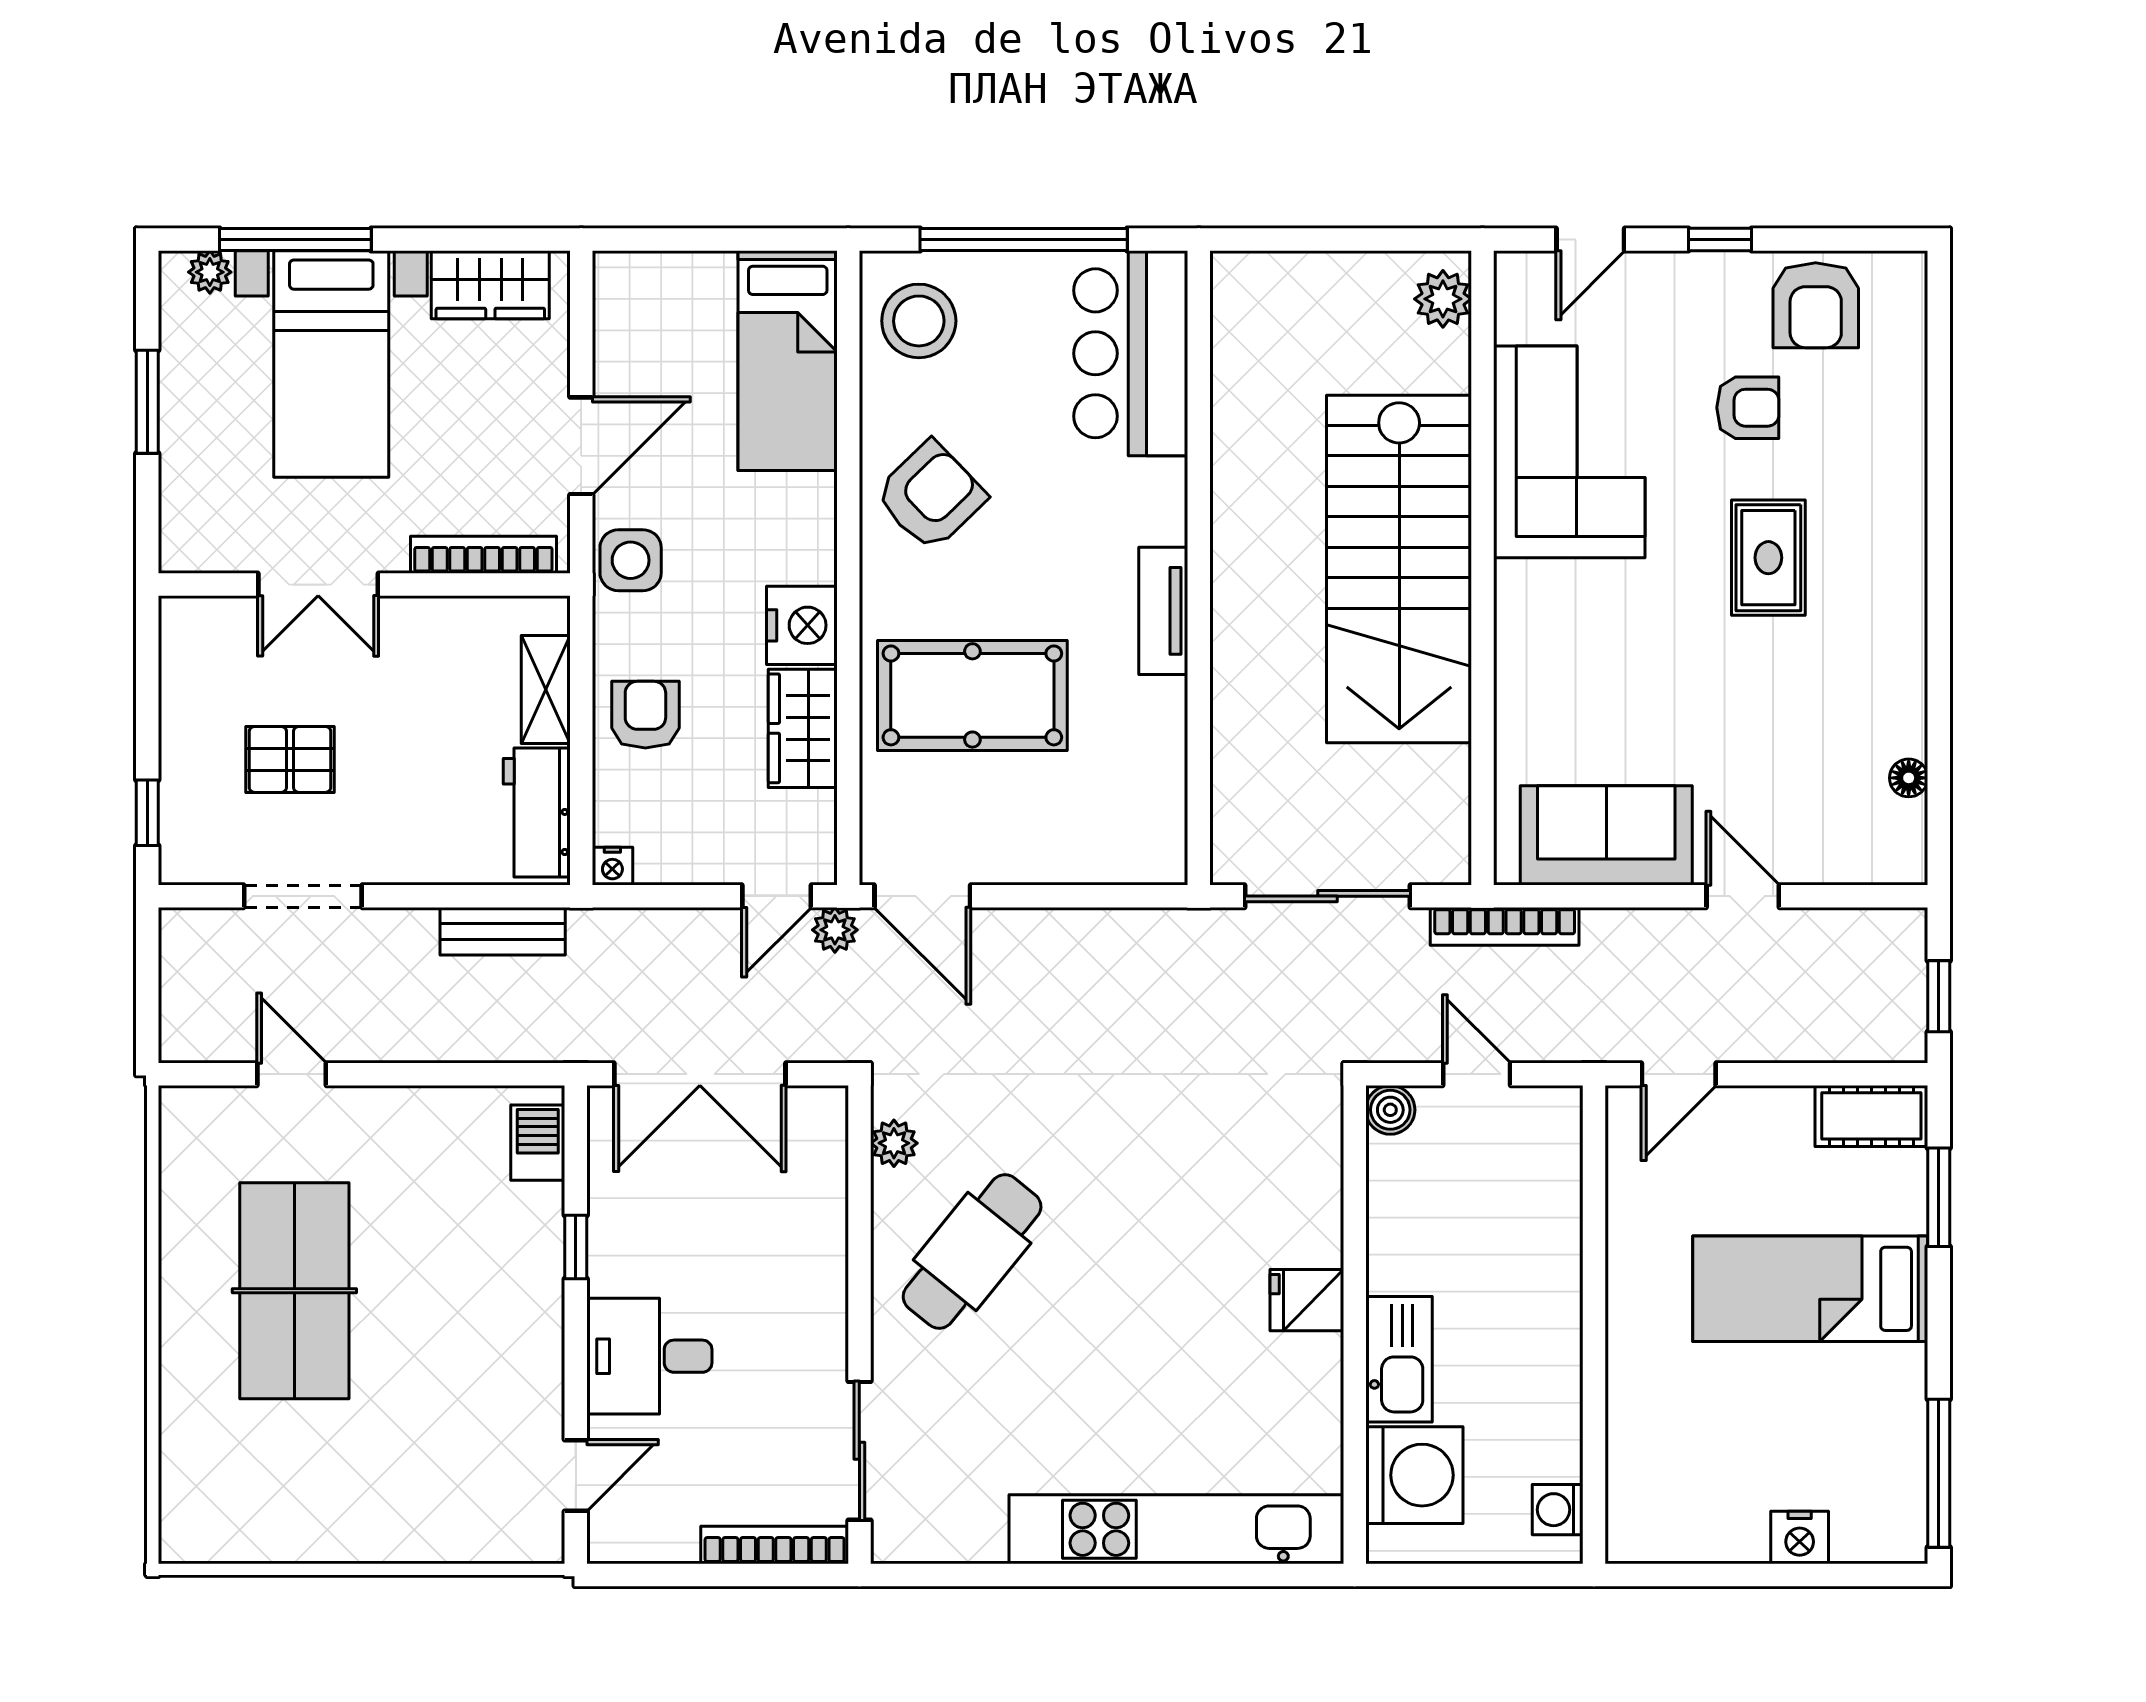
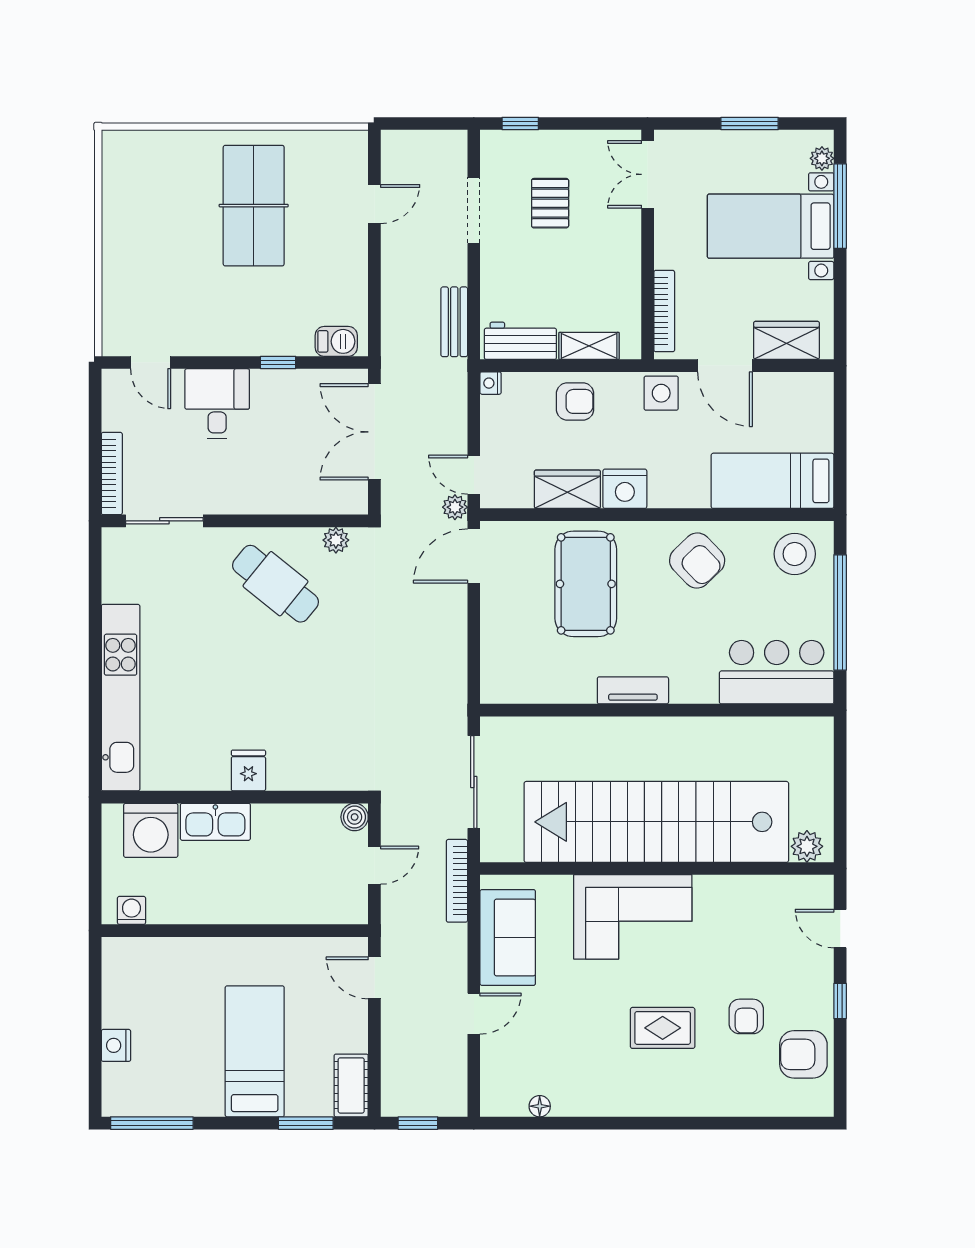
wardrobe: (490, 285) -> (786, 340), moved, turned 90
corner sofa: (1569, 452) -> (633, 917), moved
stairs: (1399, 569) -> (656, 822), width x1.36
double door: (318, 585) -> (648, 174), moved
table tennis table: (294, 1291) -> (254, 206), turned 90

